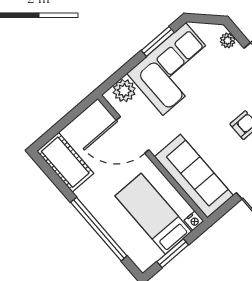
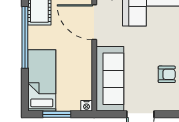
bed: (153, 214) -> (42, 80), moved
window: (99, 229) -> (25, 37), moved

